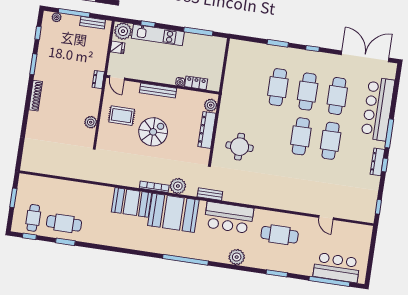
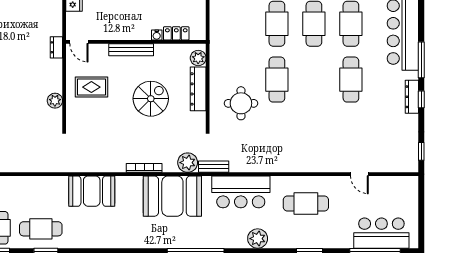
spiral stairs: (153, 132) -> (151, 99), moved
cafe table: (301, 136) -> (277, 80), moved
plant: (178, 186) -> (188, 163), moved
booth: (132, 202) -> (92, 191), moved

